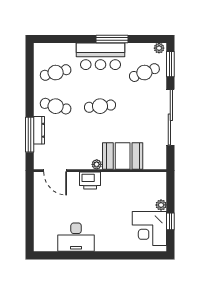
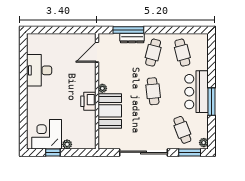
printer: (90, 181) -> (88, 101), moved

